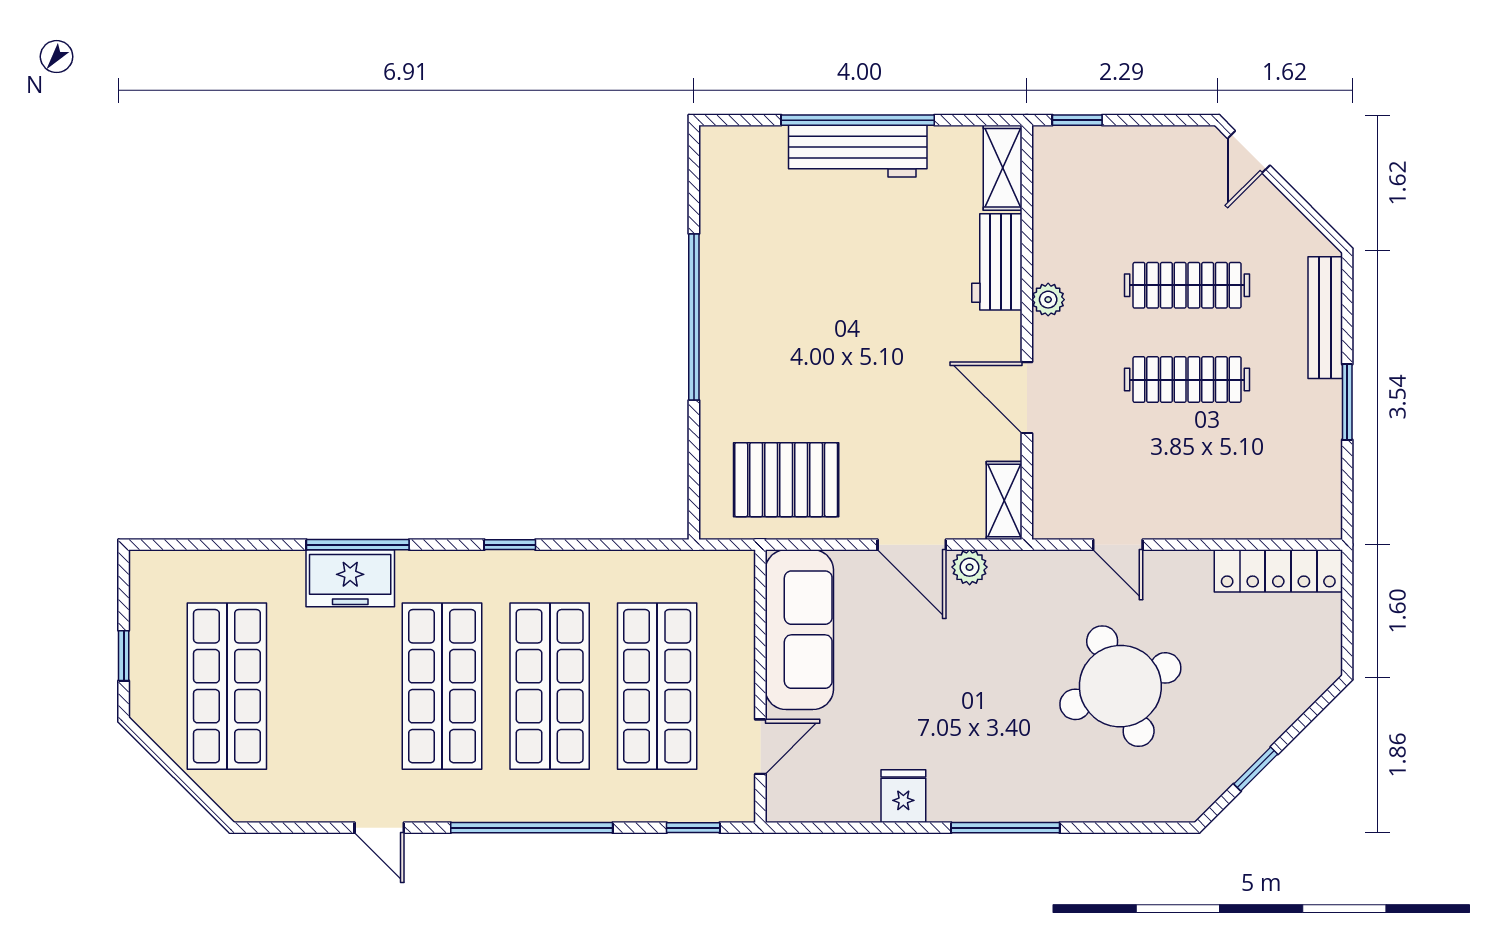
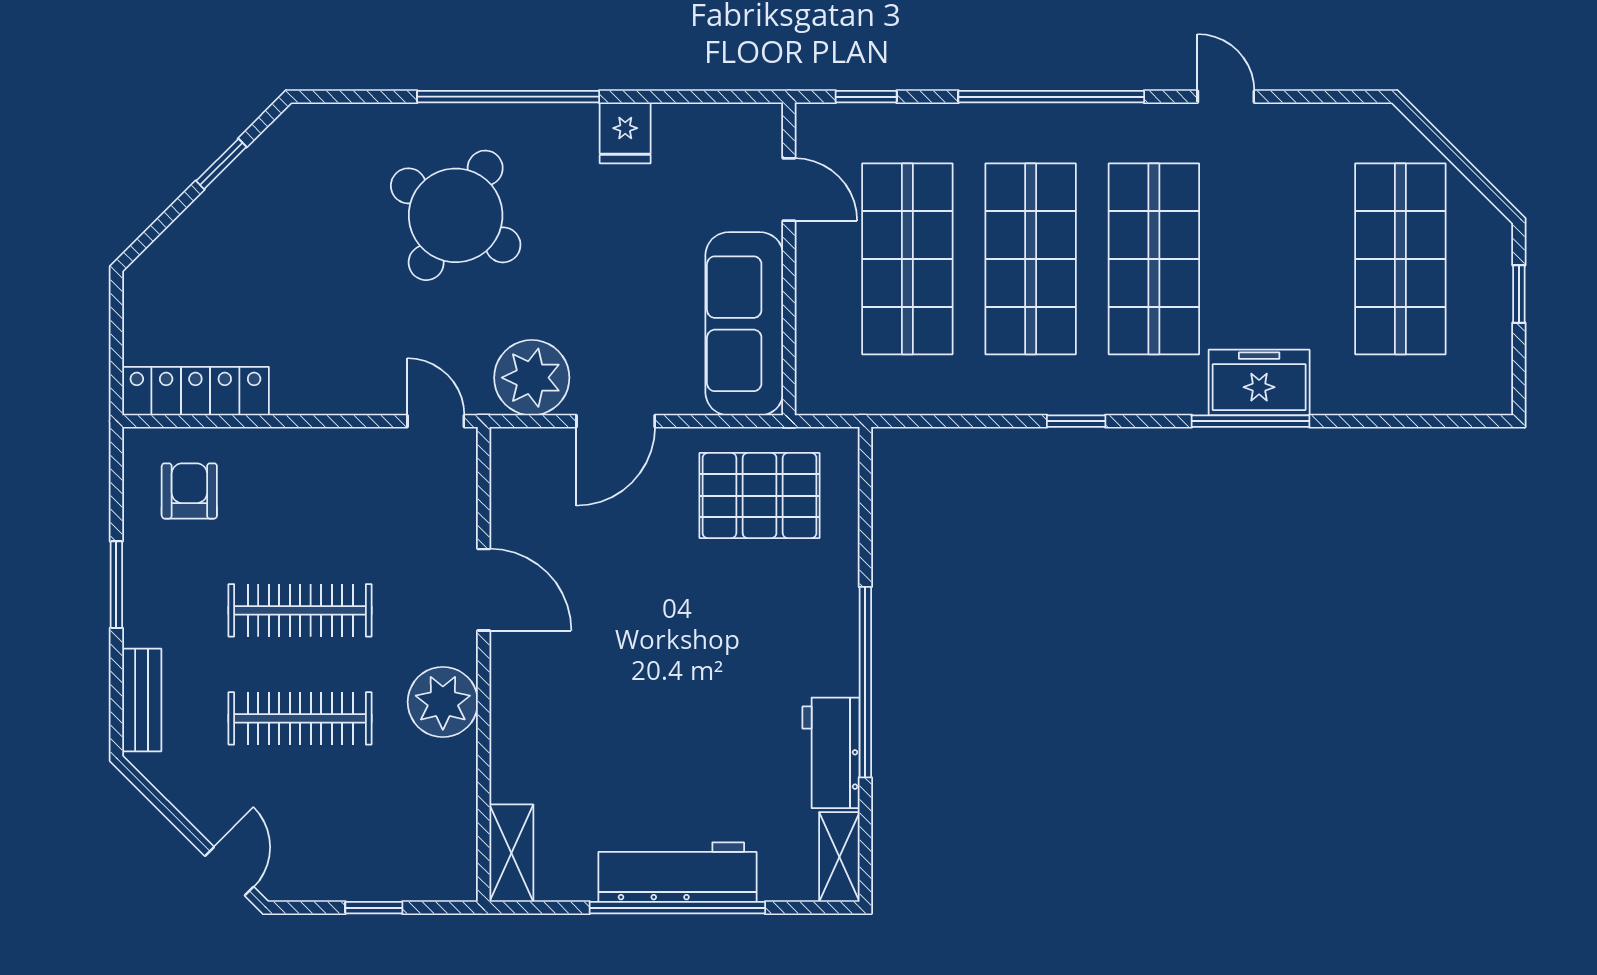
window: (1077, 120) -> (374, 908), moved
workbench: (997, 262) -> (831, 753), moved, turned 180
plant: (1048, 300) -> (443, 702), width x1.87, depth x1.87
bench: (1325, 318) -> (142, 700), width x0.73
armchair: (1284, 484) -> (189, 491), added
shelving: (1004, 500) -> (839, 857), moved
door: (912, 545) -> (616, 421), swing flipped
door: (1118, 545) -> (436, 421), moved
plant: (970, 567) -> (532, 378), width x1.88, depth x1.88
round table: (1120, 686) -> (456, 215), moved, turned -36
door: (760, 747) -> (789, 189), swing flipped
window: (1005, 828) -> (508, 97), width x1.46

